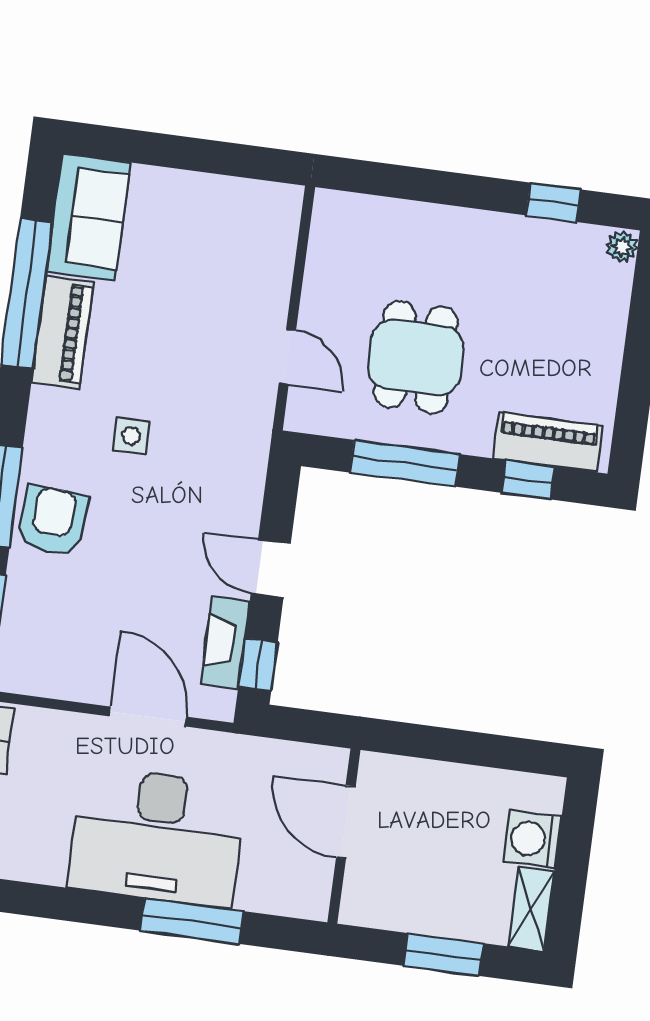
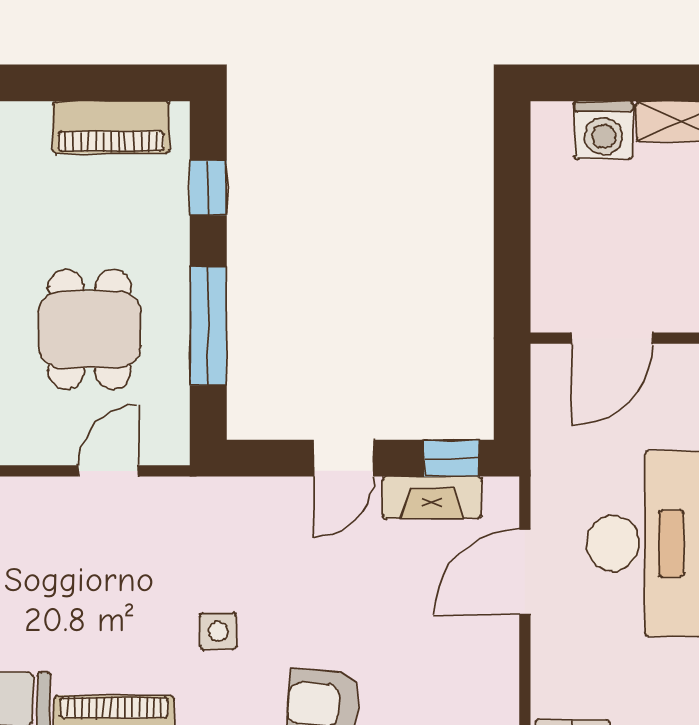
dining table: (416, 357) -> (90, 330), turned 90
piano: (548, 442) -> (111, 127), moved, turned -90

